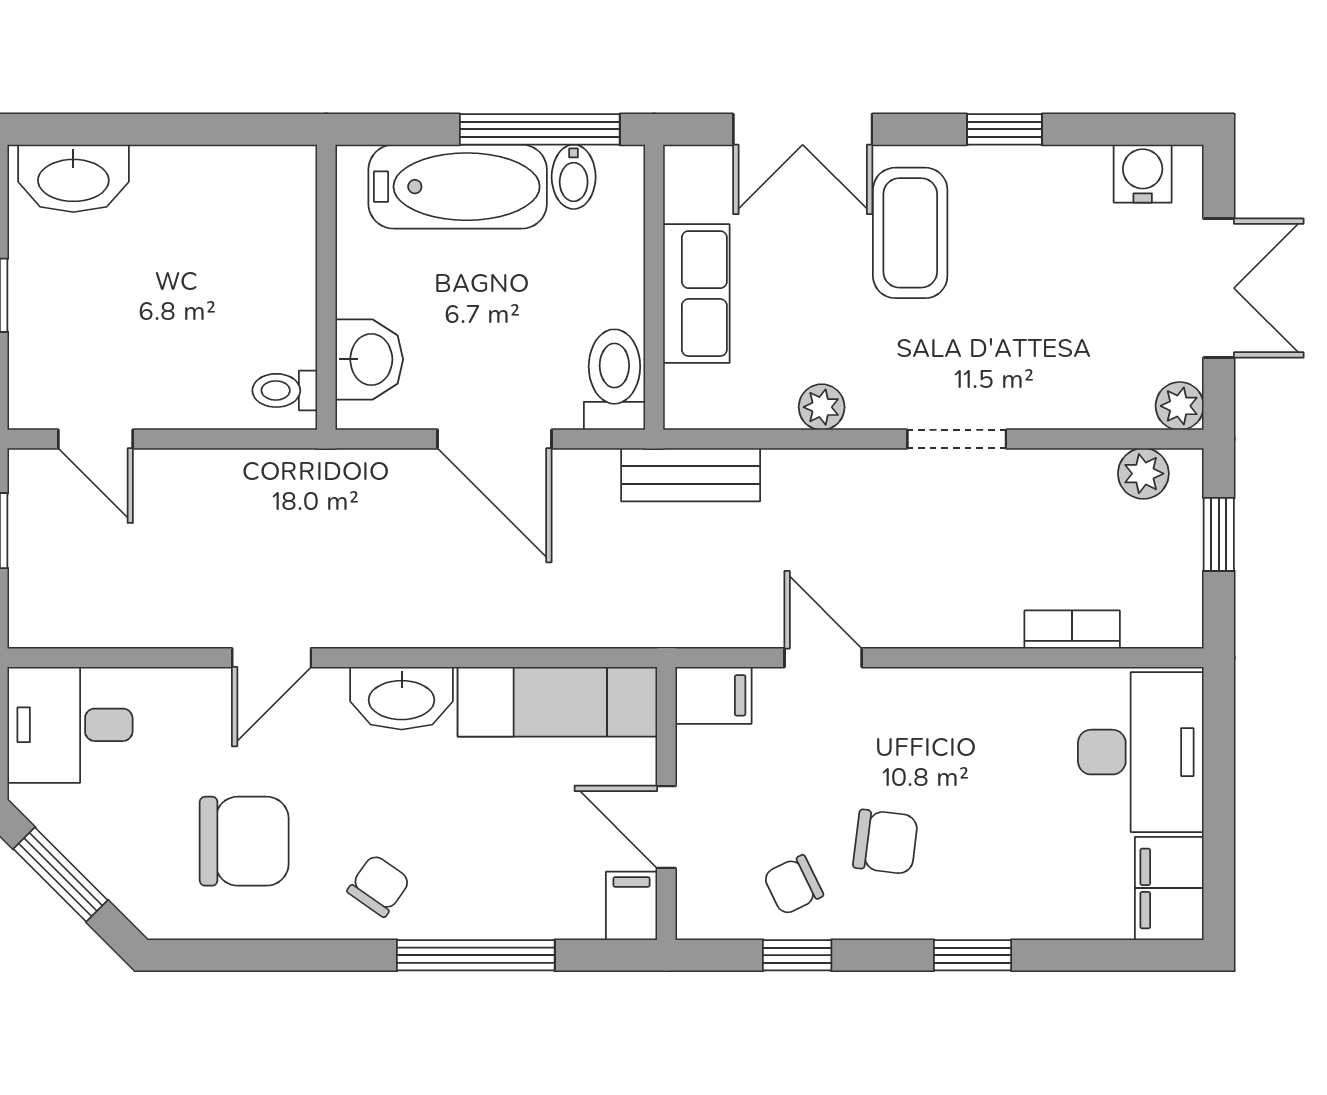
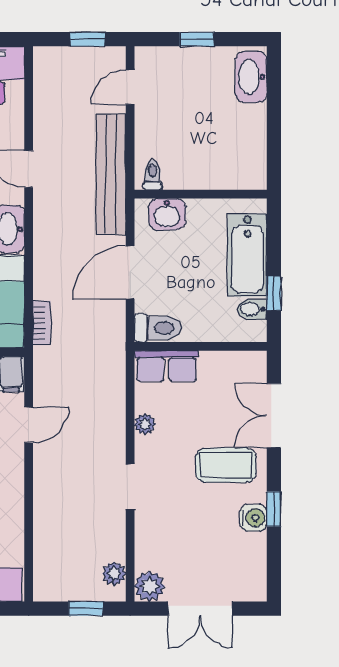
window: (540, 129) -> (274, 293), width x0.46
water cooler: (1143, 174) -> (253, 518), moved
row of seats: (696, 294) -> (167, 366), moved
plant: (1180, 406) -> (150, 586), width x1.38, depth x1.38
bench: (691, 475) -> (111, 174), moved, width x1.86, depth x1.21
bookcase: (1072, 630) -> (42, 323), moved

